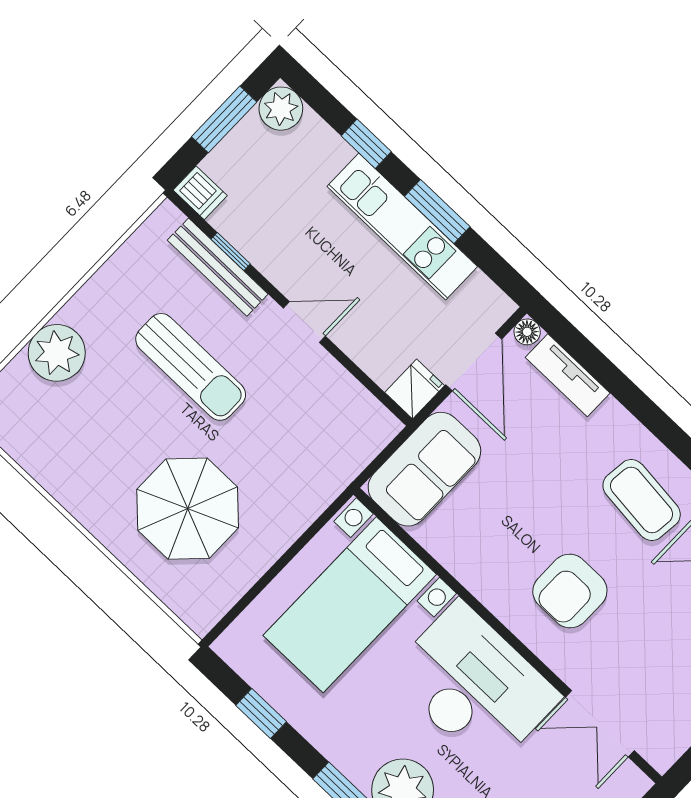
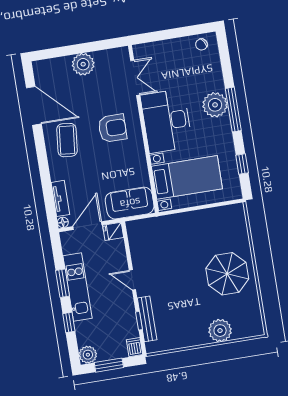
sun lounger: (191, 367) -> (180, 293), removed
parasol: (188, 509) -> (227, 274), moved

